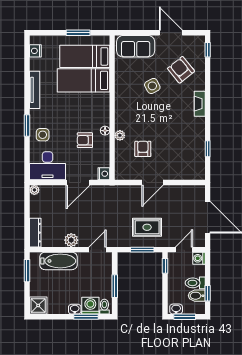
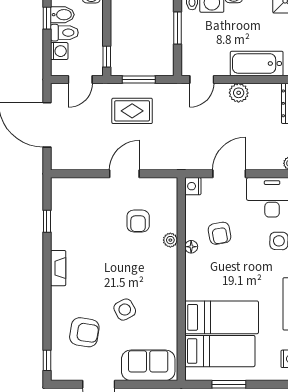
armchair: (181, 70) -> (84, 332), turned -42
fireplace: (200, 104) -> (58, 268), moved
armchair: (85, 140) -> (220, 233), turned 80
washing machine: (199, 258) -> (59, 51), moved

